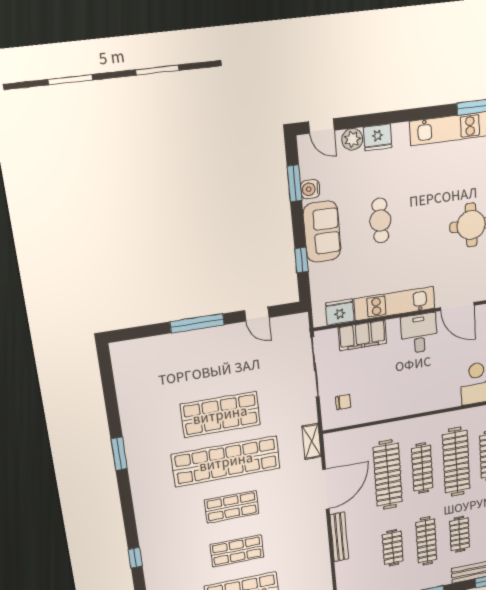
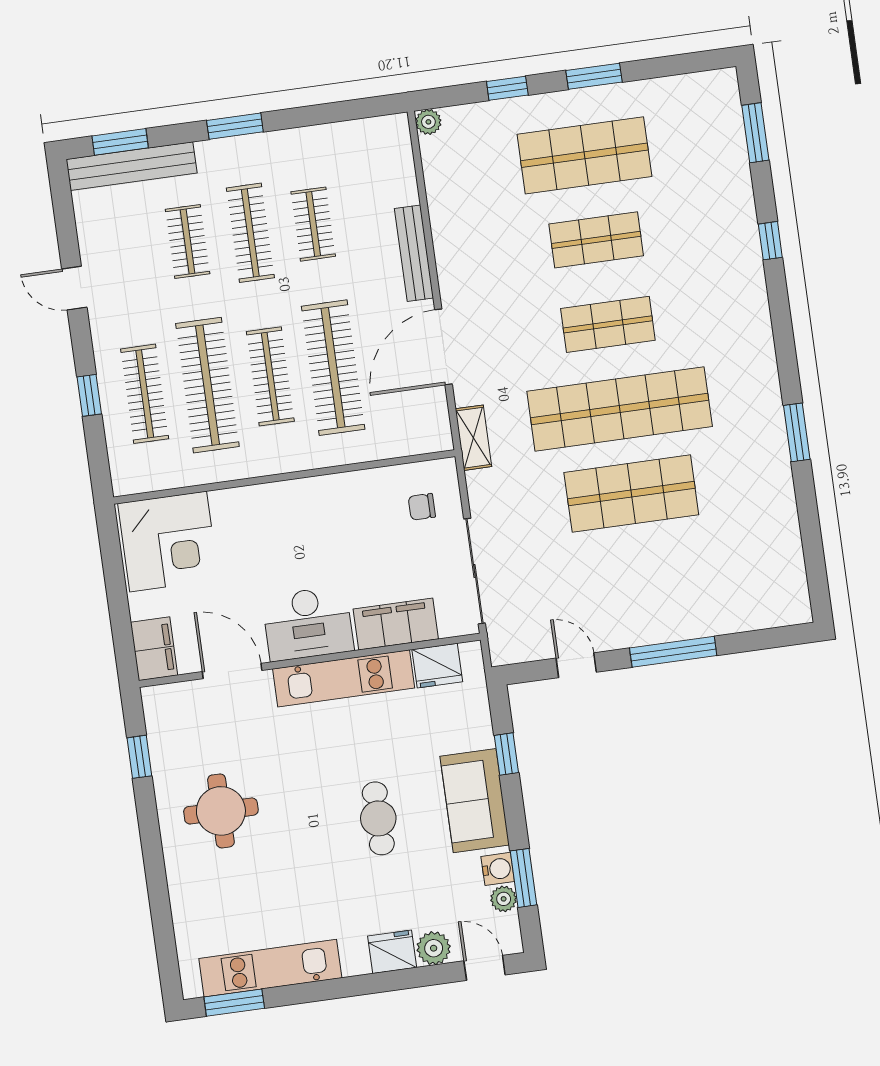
plant: (307, 170) -> (504, 899), added
desk: (419, 333) -> (308, 624), width x1.37

